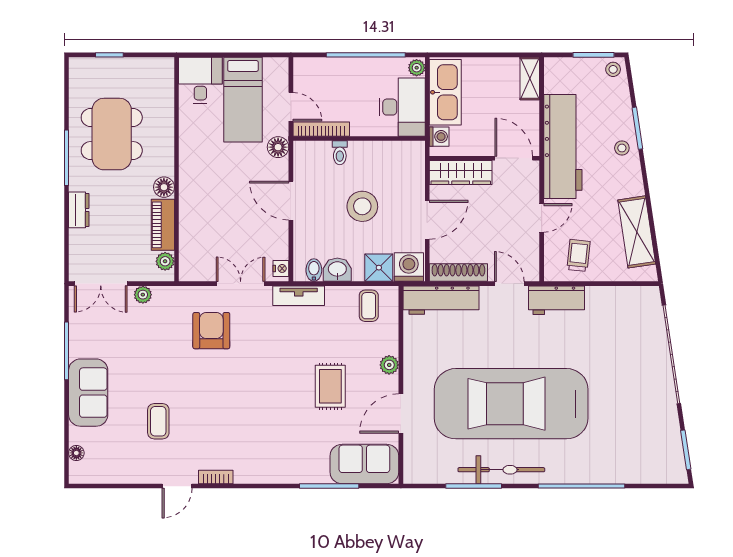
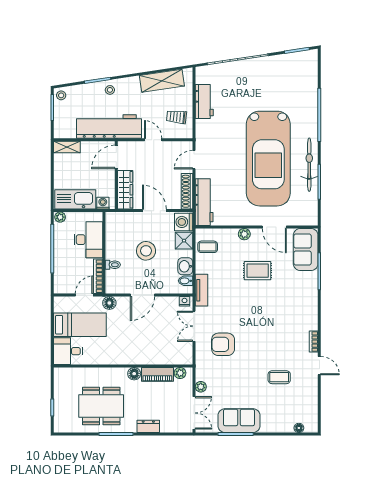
desk: (402, 107) -> (88, 240), moved, turned 90
workbench: (557, 300) -> (204, 101), moved
sofa: (88, 393) -> (239, 421), moved

